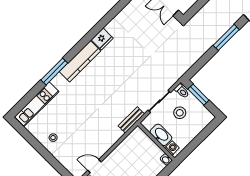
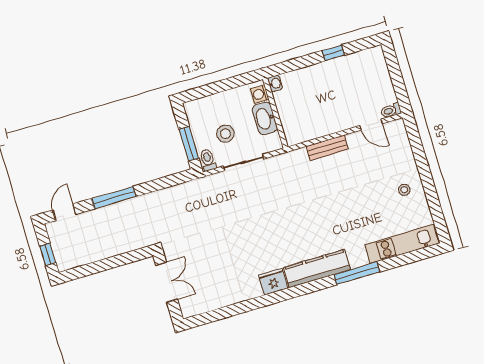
bench: (131, 120) -> (327, 148), moved

